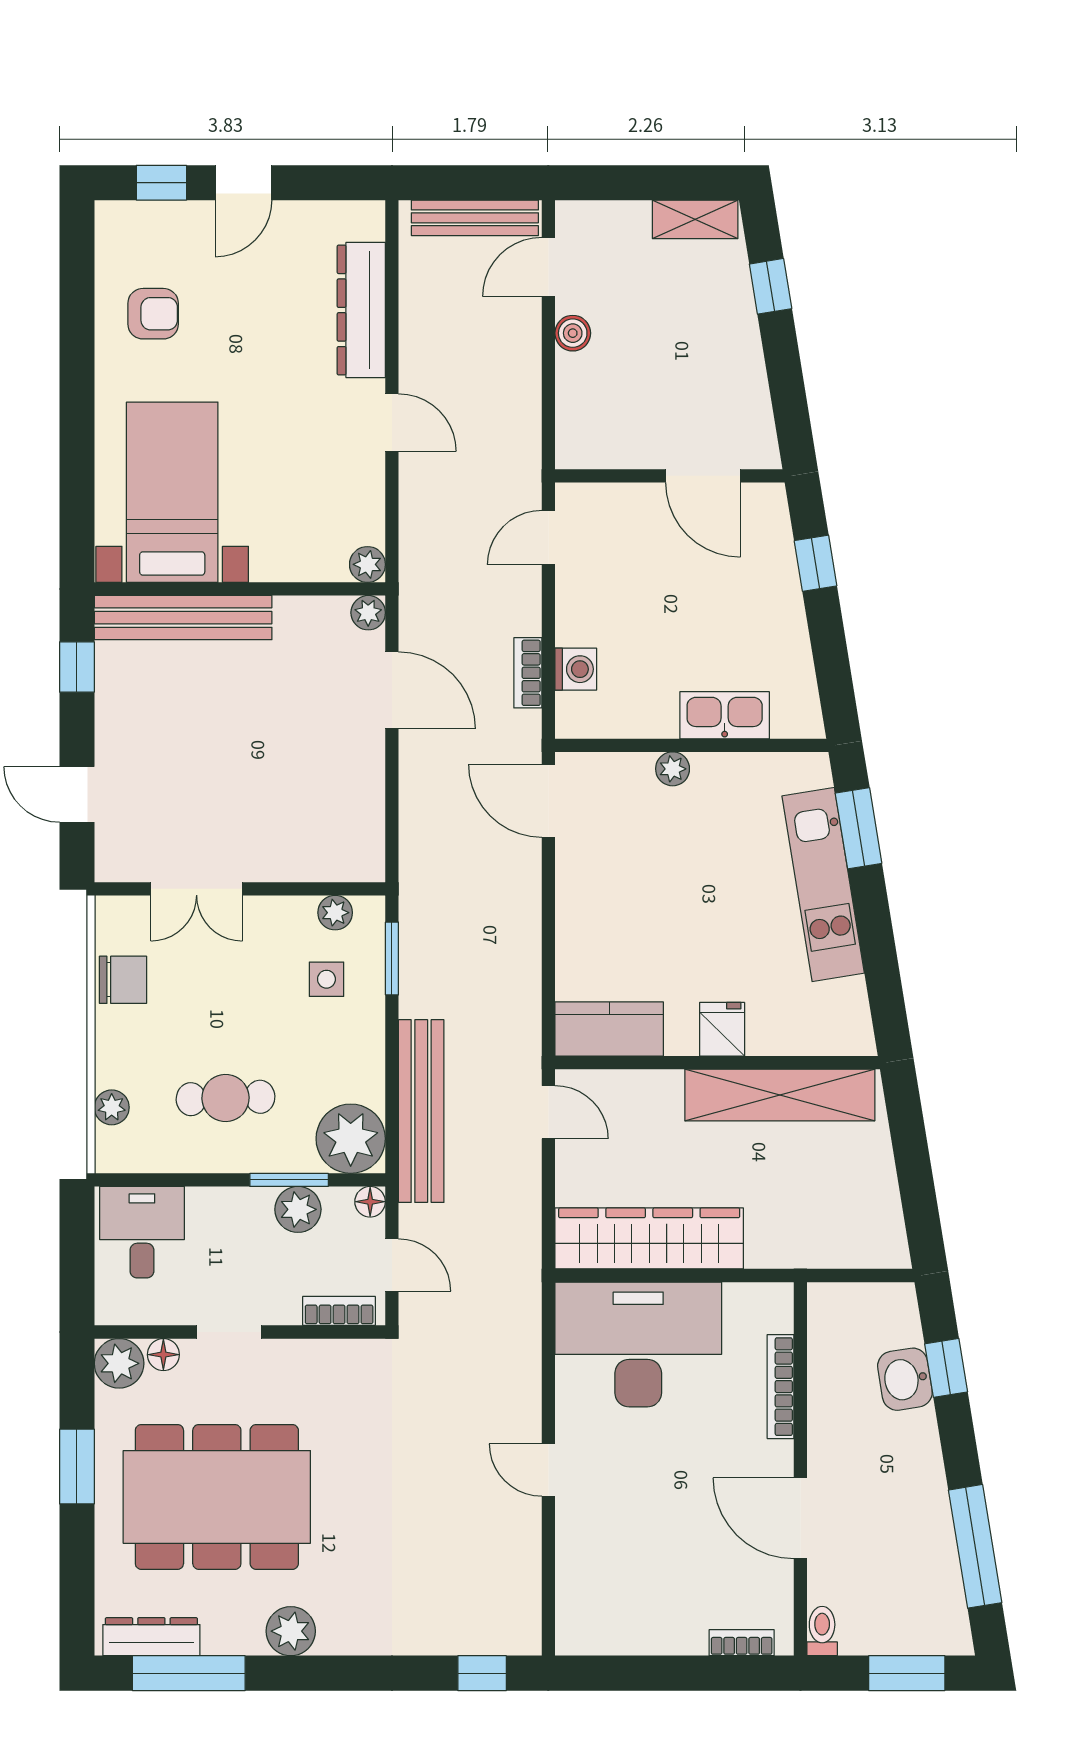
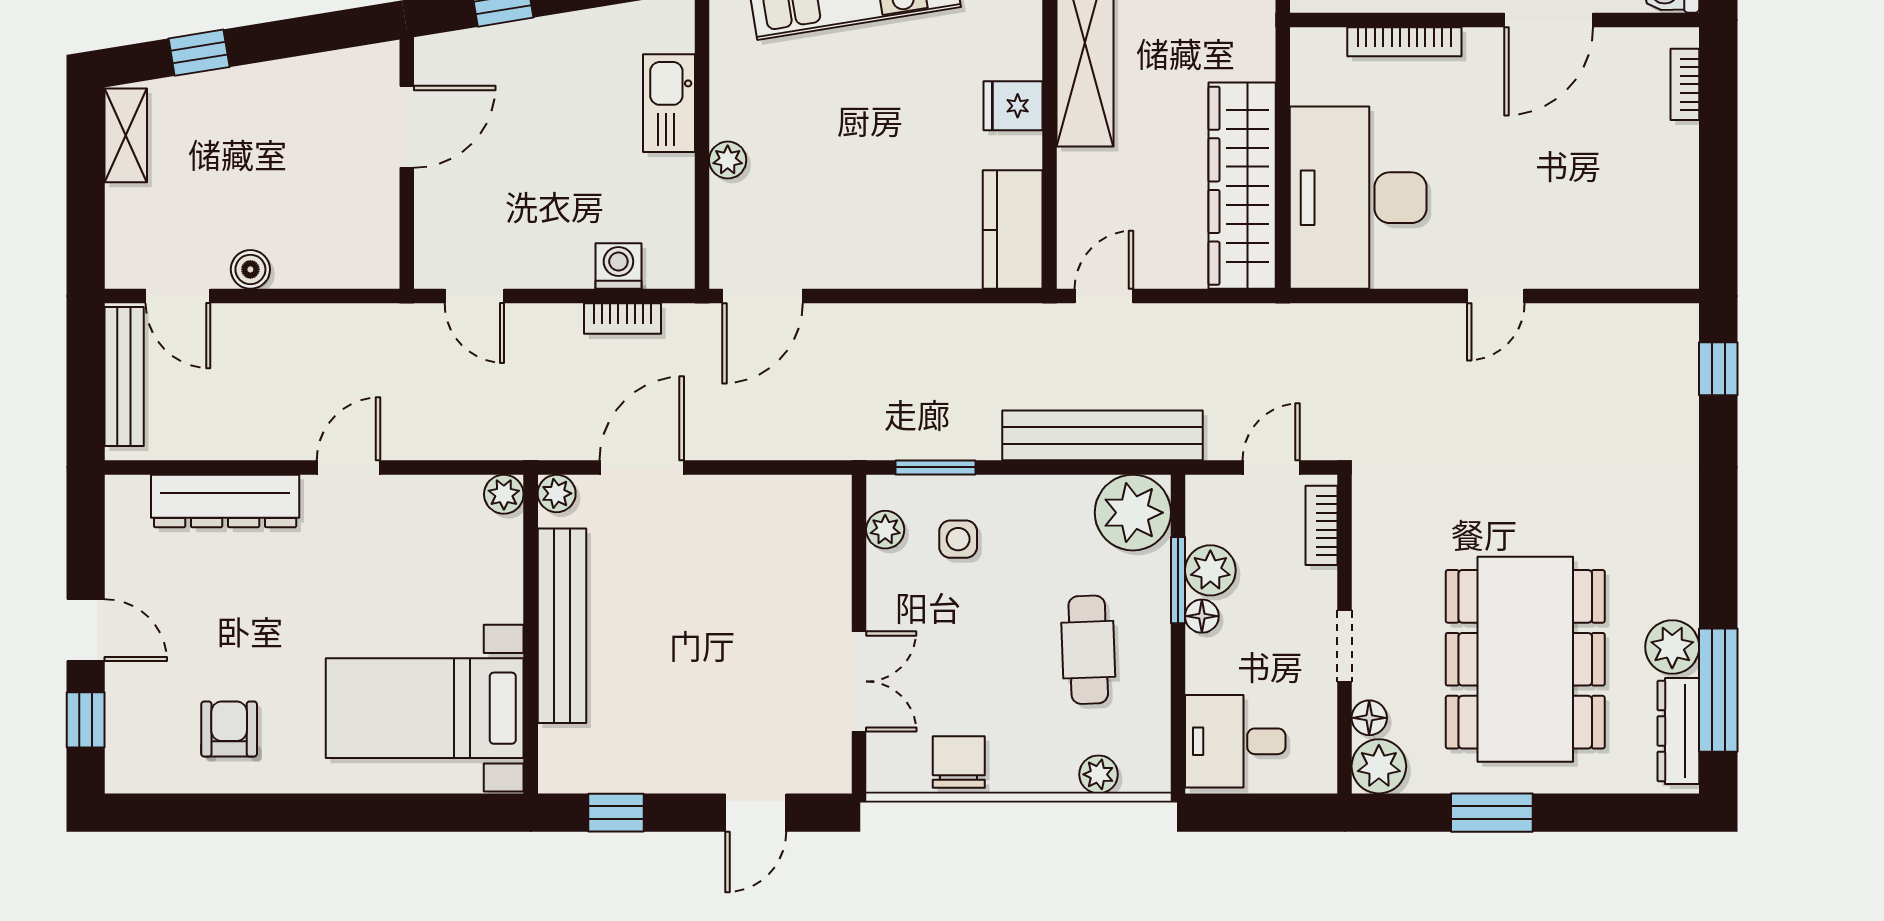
bench: (183, 618) -> (562, 626), moved
floor lamp: (370, 1202) -> (1202, 616), moved
plant: (291, 1631) -> (1672, 647), moved

